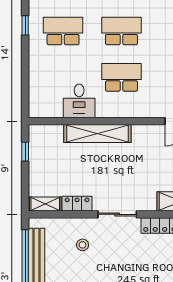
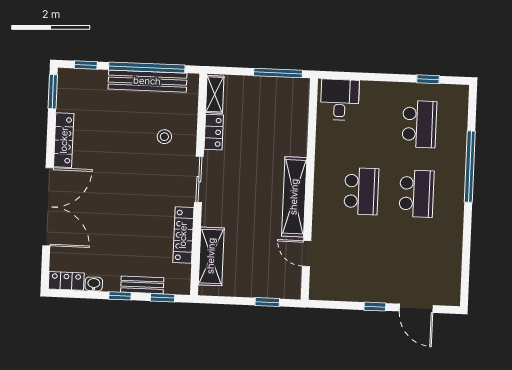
desk: (79, 101) -> (340, 100), moved, turned 90
shelving: (97, 134) -> (294, 197), moved
window: (25, 152) -> (278, 73), width x2.17

